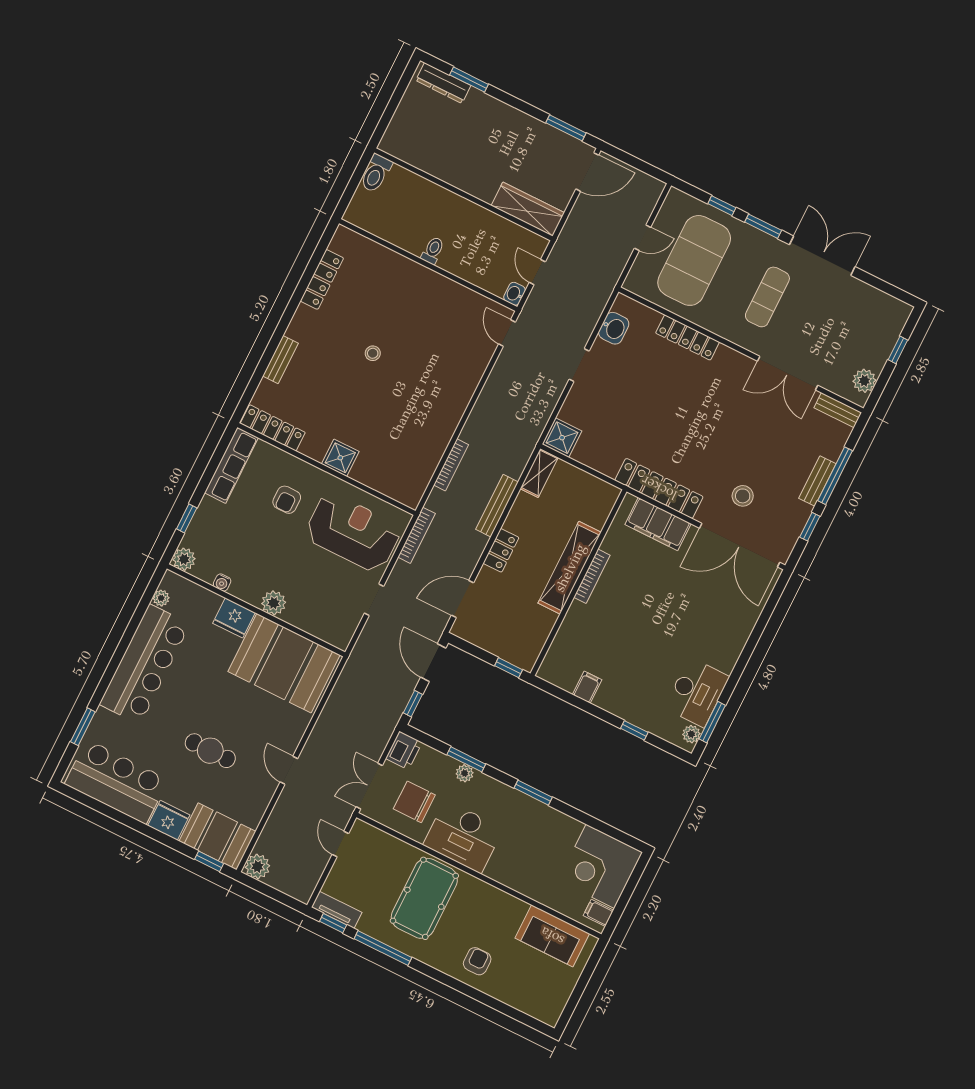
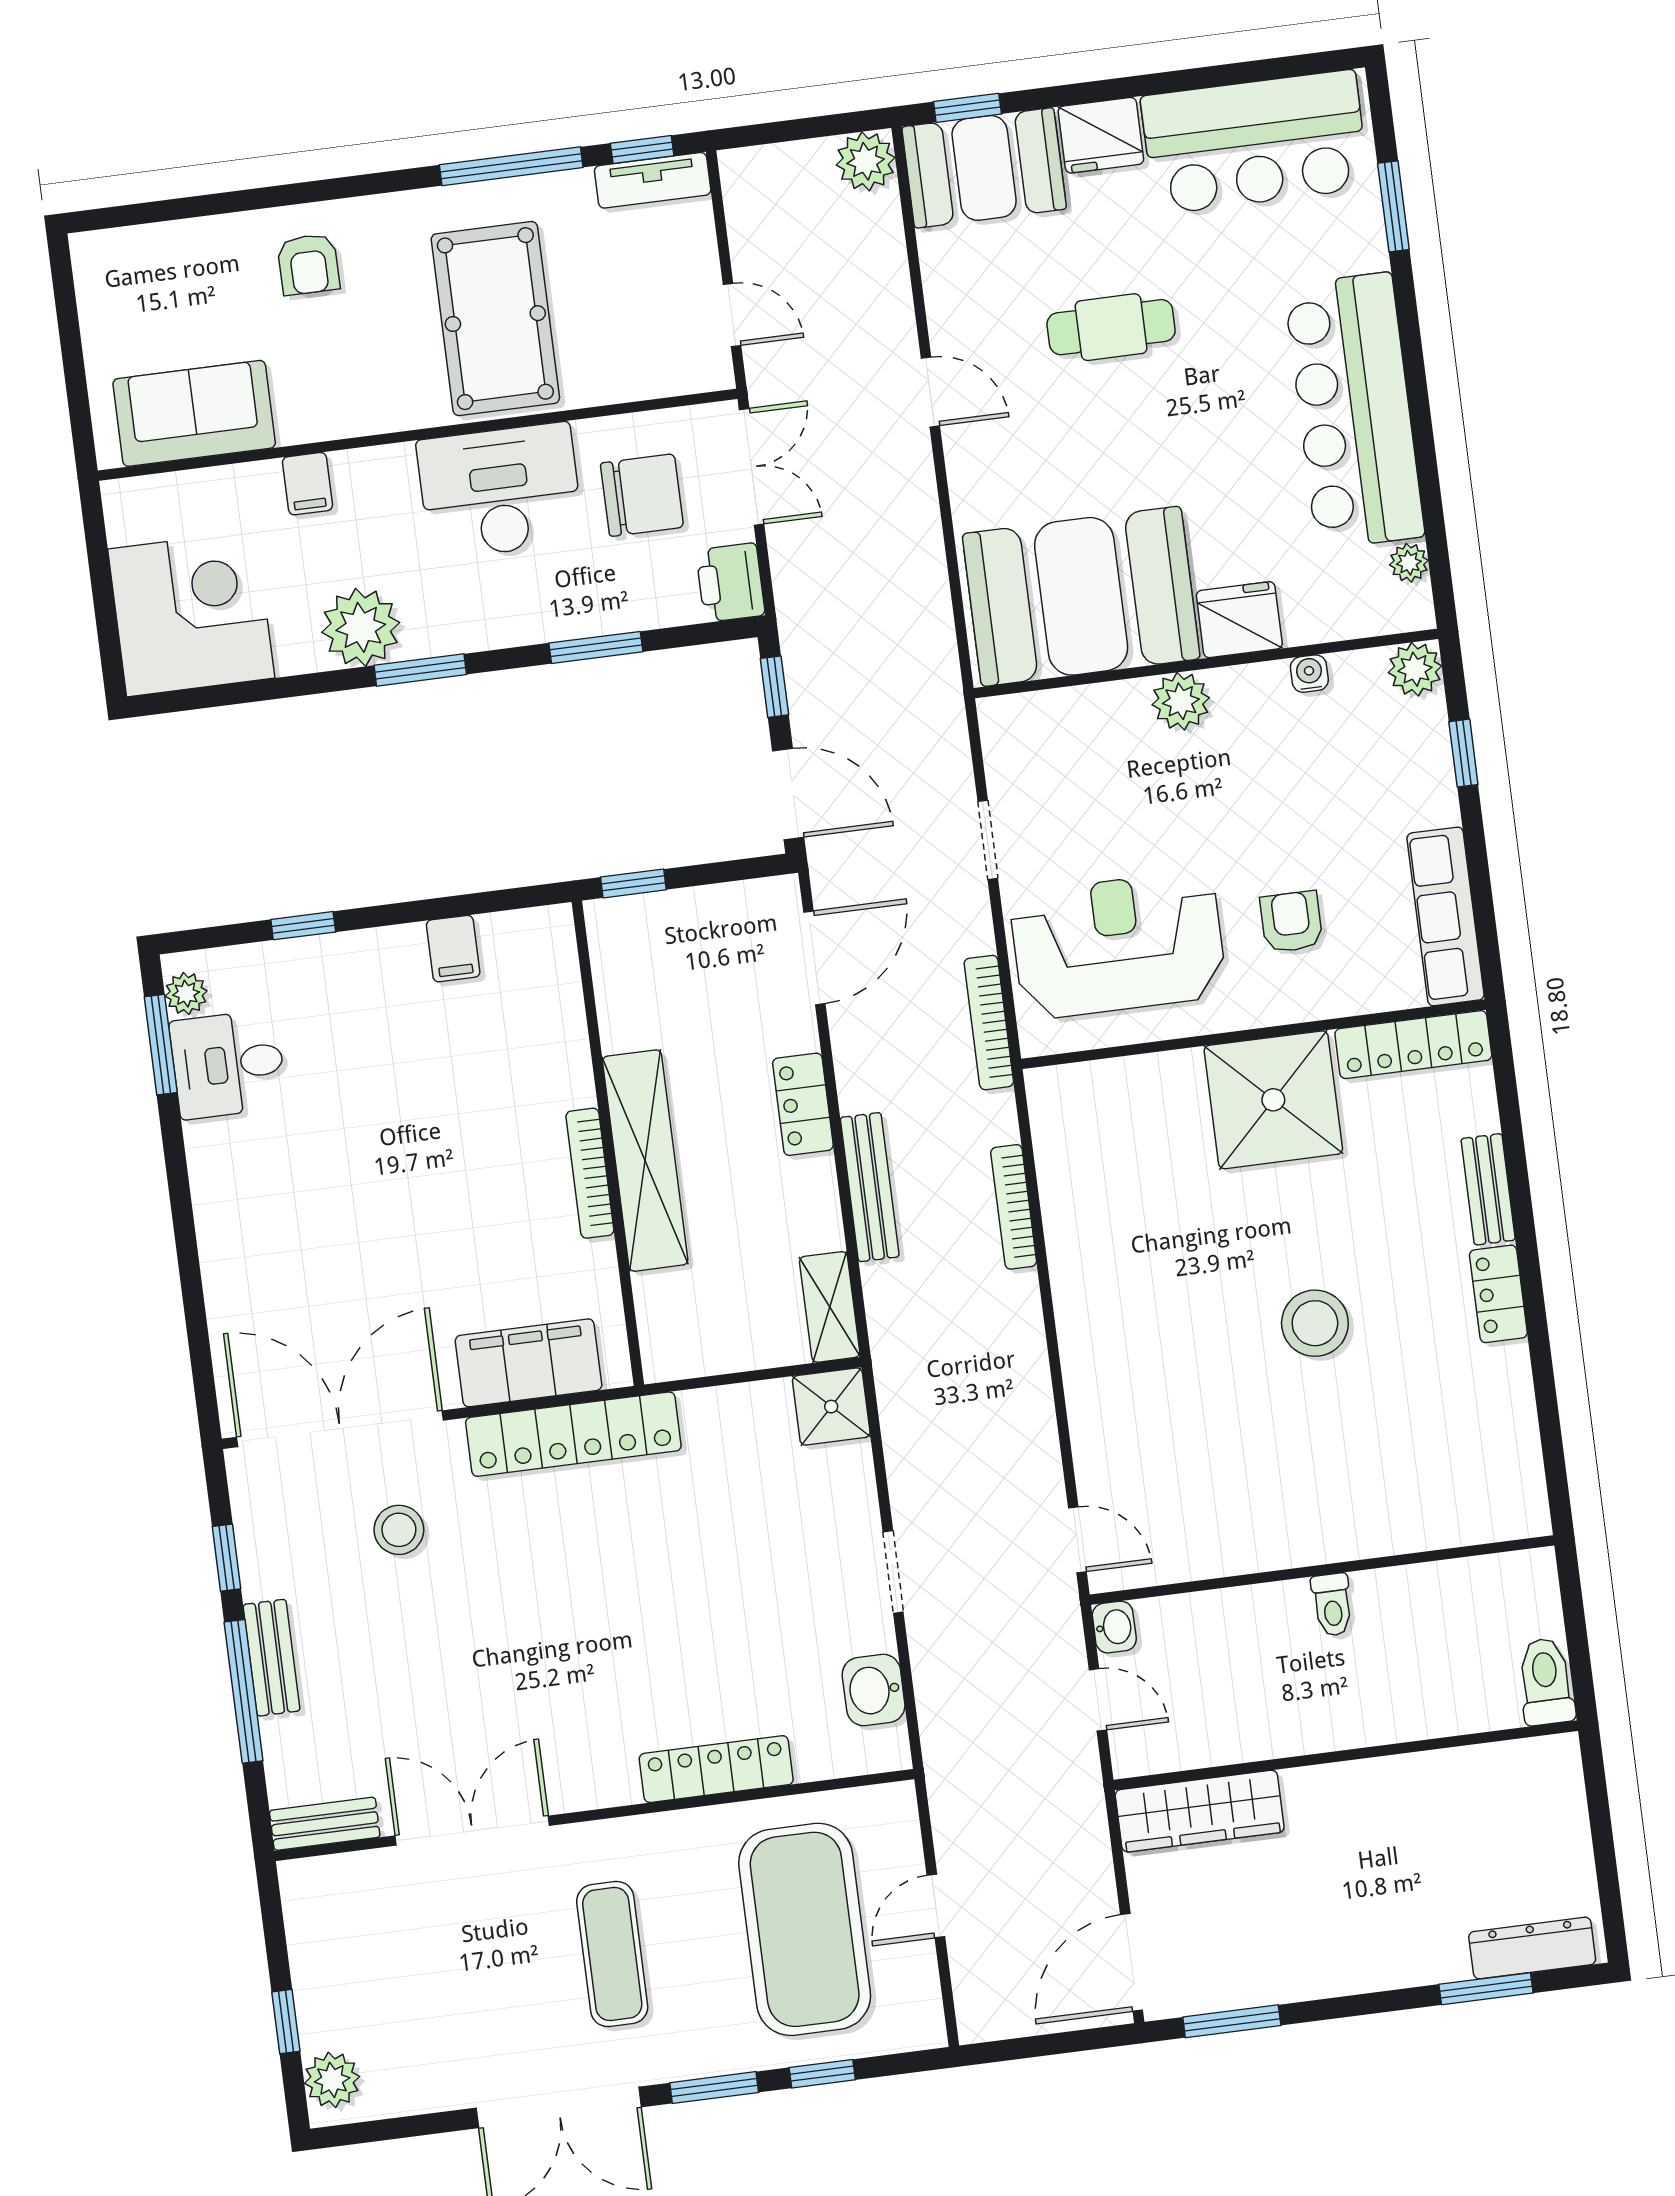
locker: (322, 279) -> (1498, 1294), moved, width x0.66
stool: (373, 353) -> (1315, 1323), width x1.89, depth x1.89
plant: (864, 381) -> (332, 2080), moved
shower: (340, 458) -> (1273, 1100), width x1.86, depth x1.86
reception desk: (353, 532) -> (1118, 945), turned 180
desk: (697, 692) -> (228, 1064), width x0.73
plant: (465, 773) -> (361, 627), moved, width x1.88, depth x1.88
filing cabinet: (598, 913) -> (307, 484), moved, turned 90

